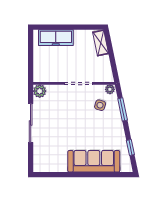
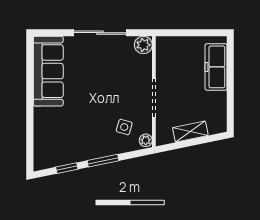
shelving: (101, 43) -> (190, 132), moved
window: (123, 109) -> (103, 161), moved
sofa: (94, 161) -> (48, 71), moved

